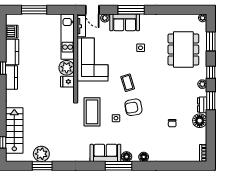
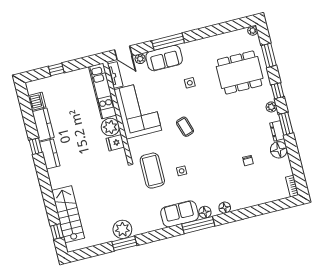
window: (34, 10) -> (56, 70), width x0.46
dining table: (183, 49) -> (240, 72), turned 90
armchair: (133, 107) -> (199, 153), removed
plant: (41, 154) -> (122, 229), moved
window: (42, 166) -> (124, 243), moved

